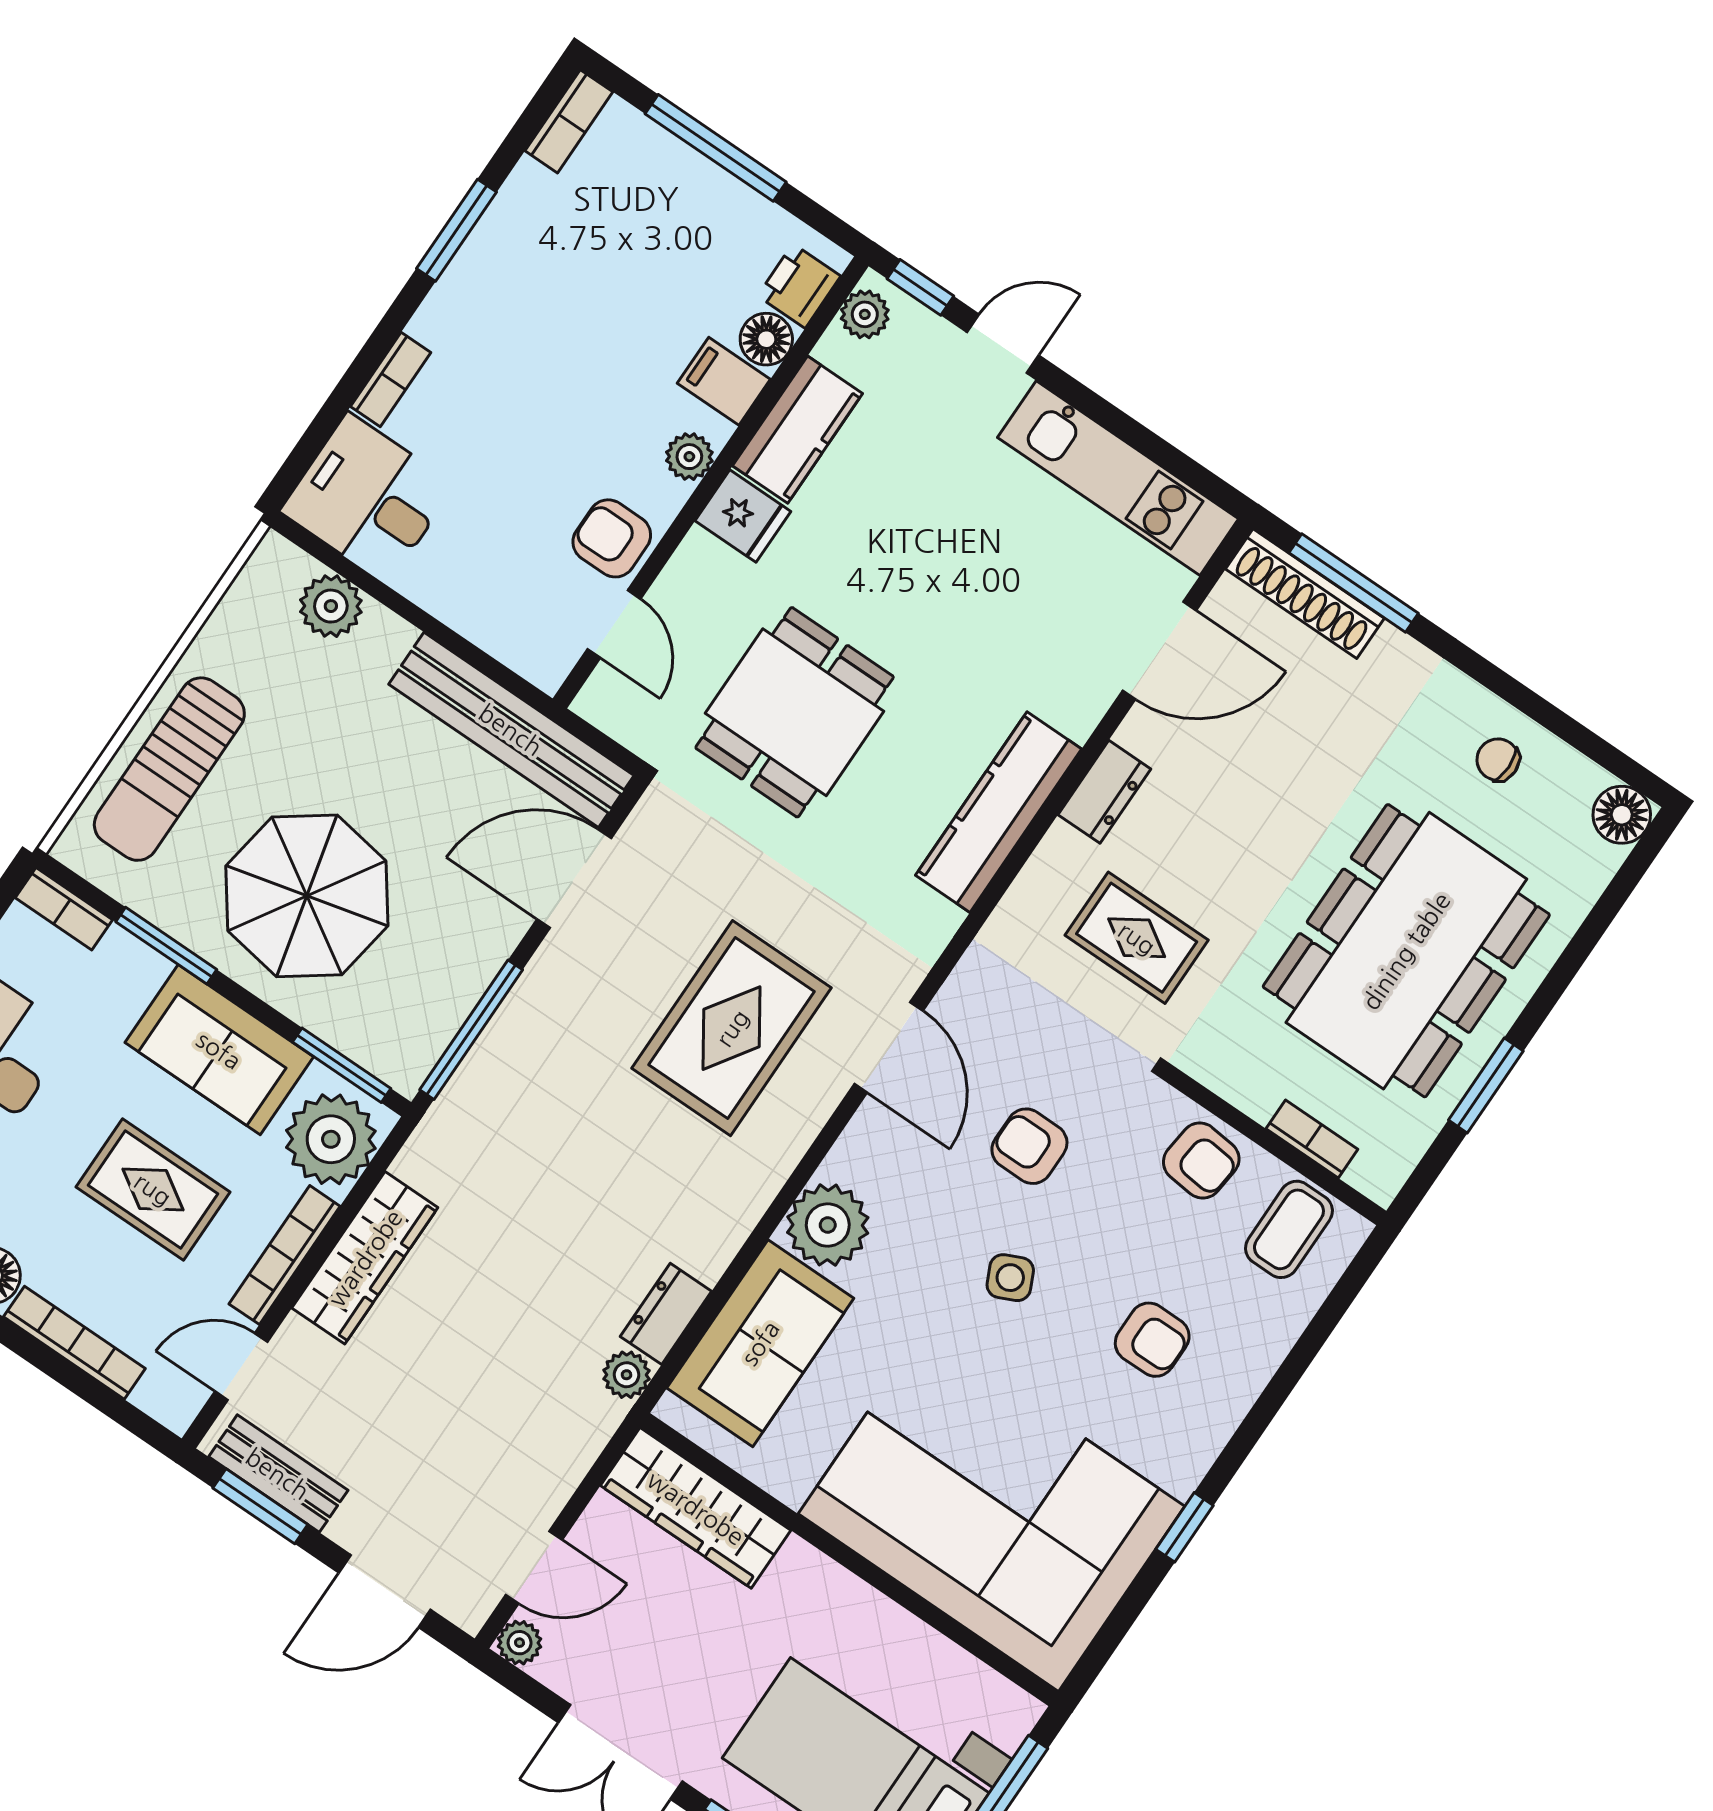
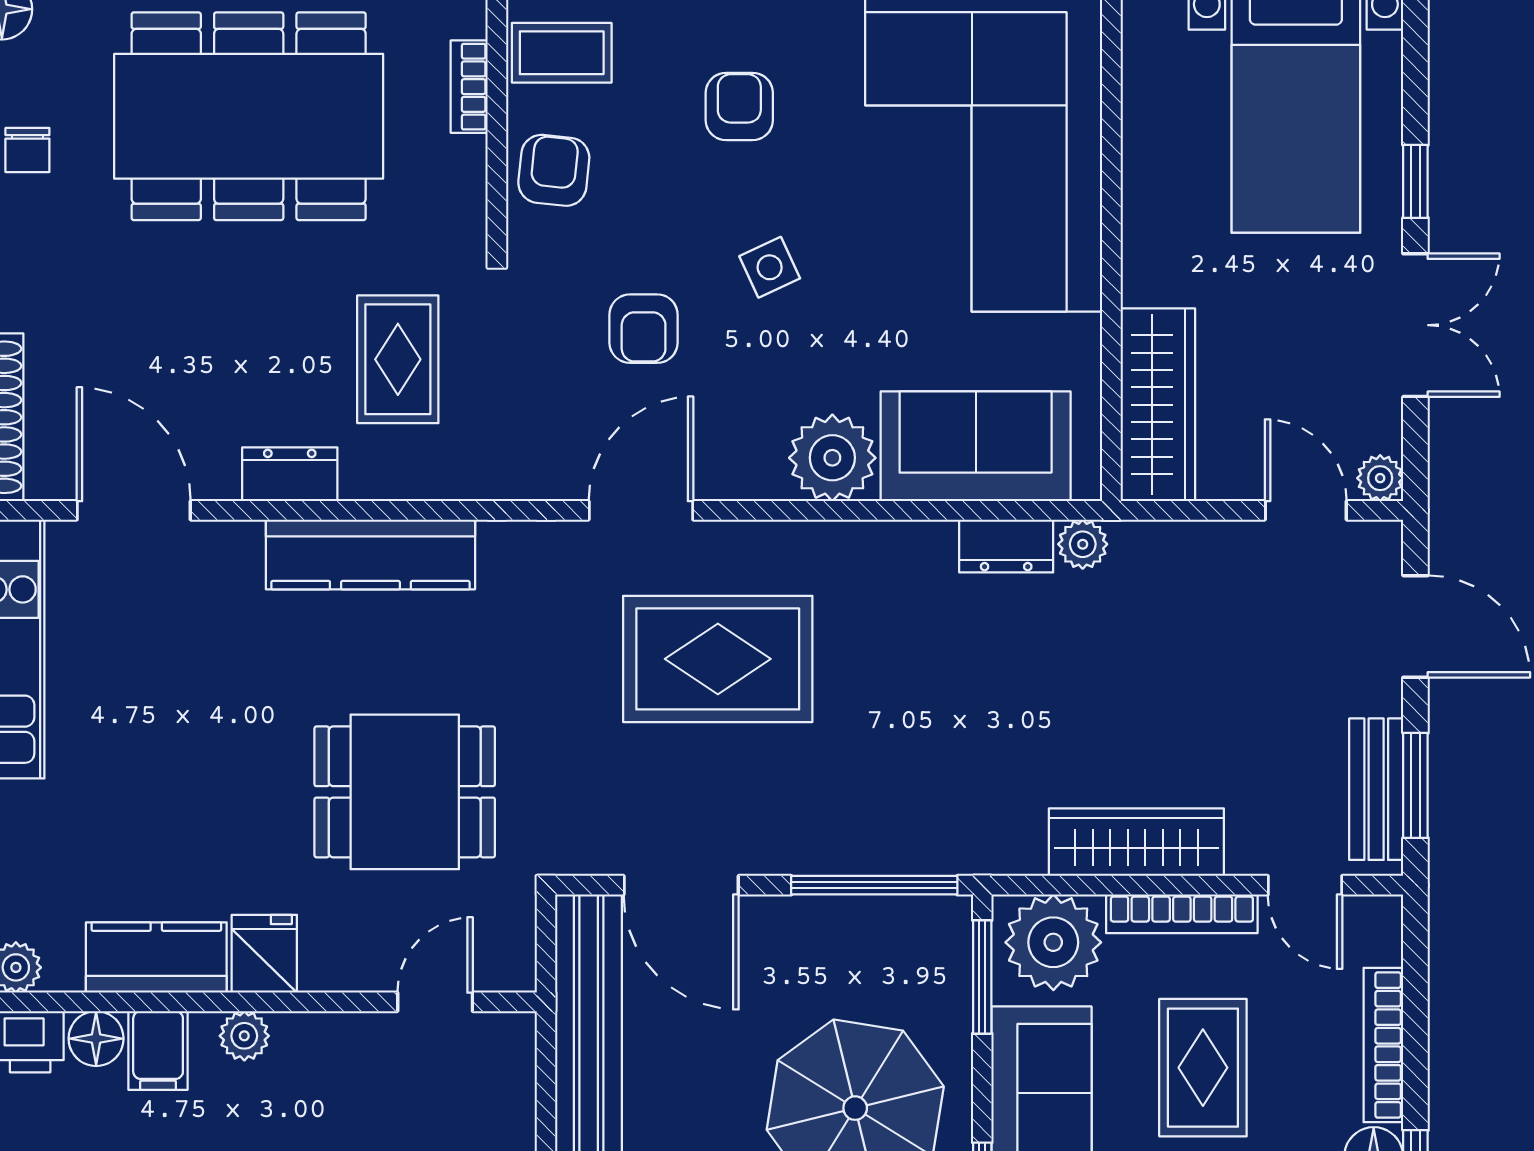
armchair: (612, 538) -> (362, 1055), removed

